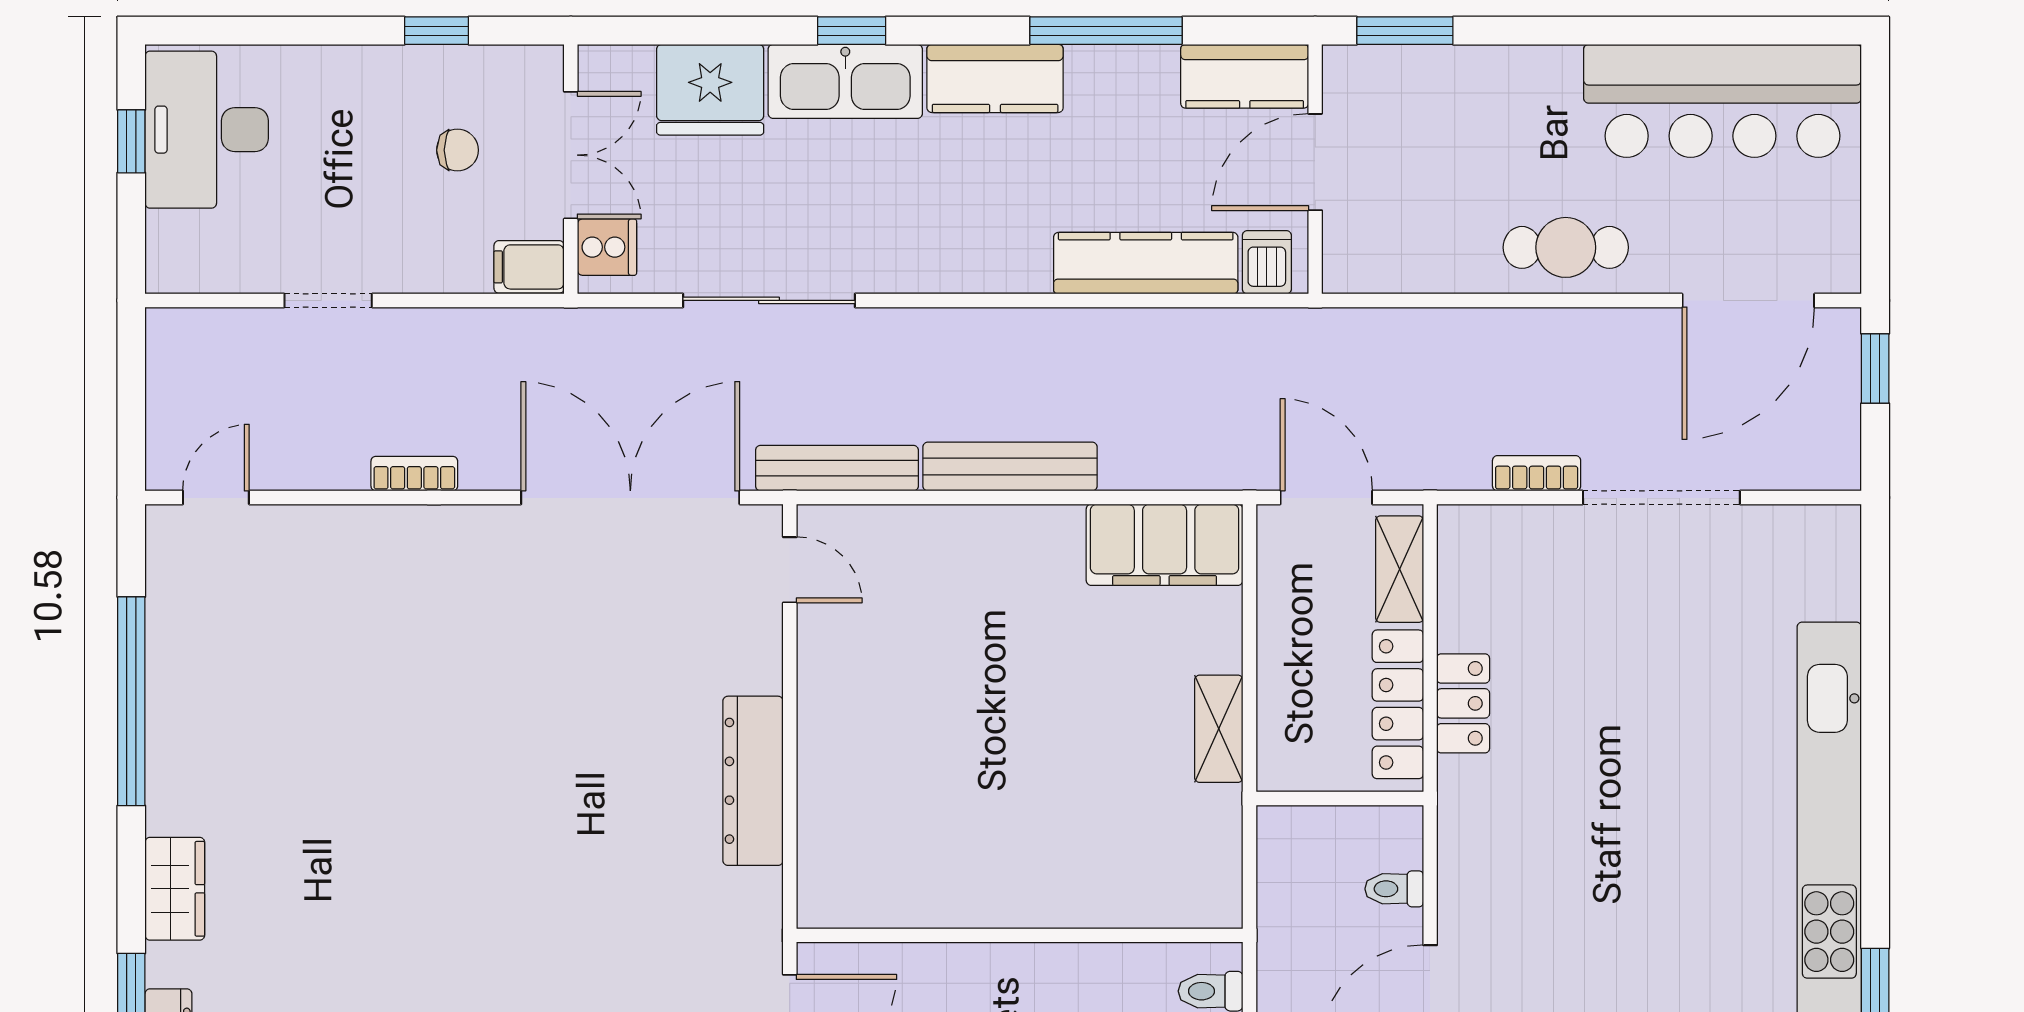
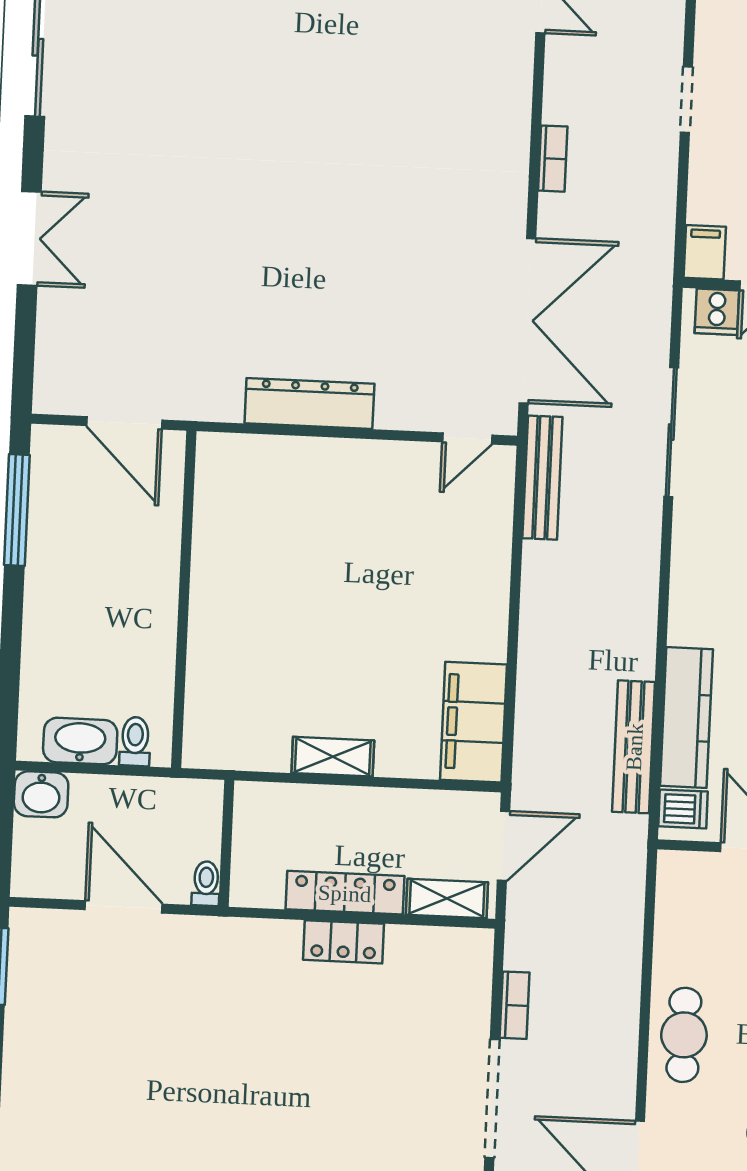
bench: (1010, 467) -> (634, 747), moved
wall: (1340, 799) -> (226, 843), moved

